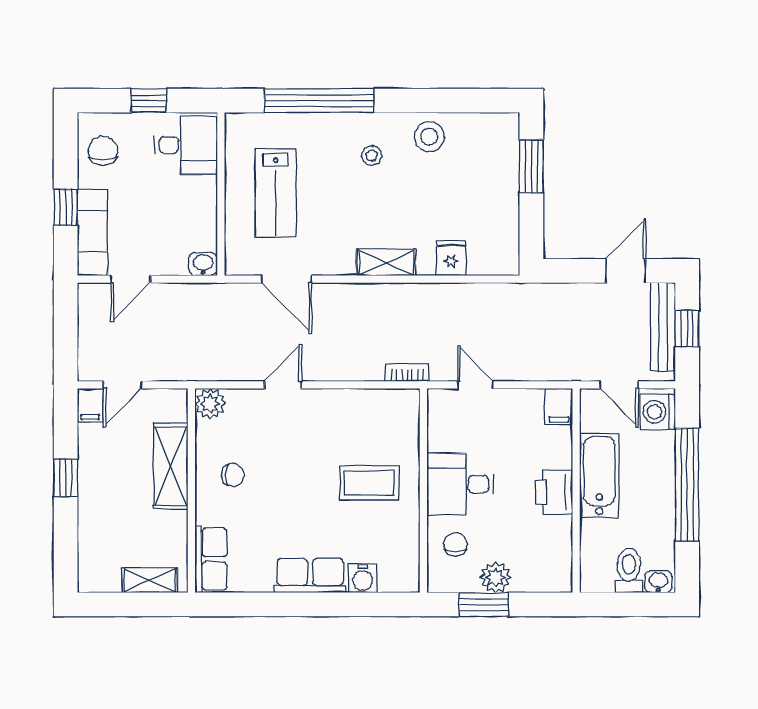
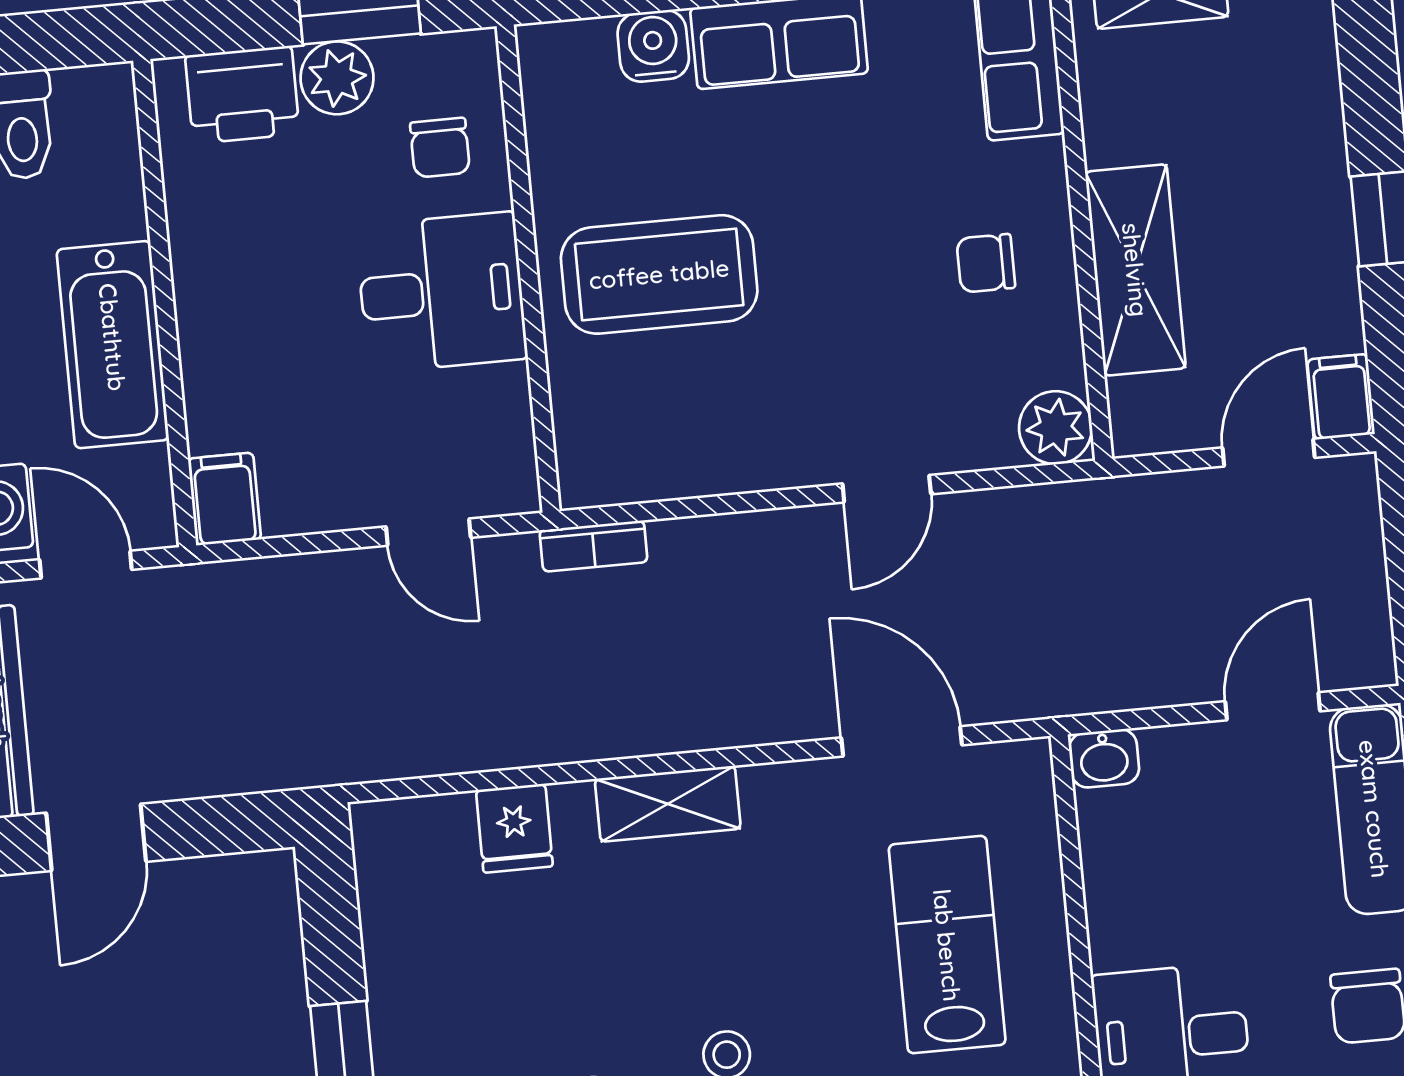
coffee table: (369, 483) -> (659, 274), width x1.36, depth x1.32
printer: (554, 492) -> (242, 95), moved, turned 90

